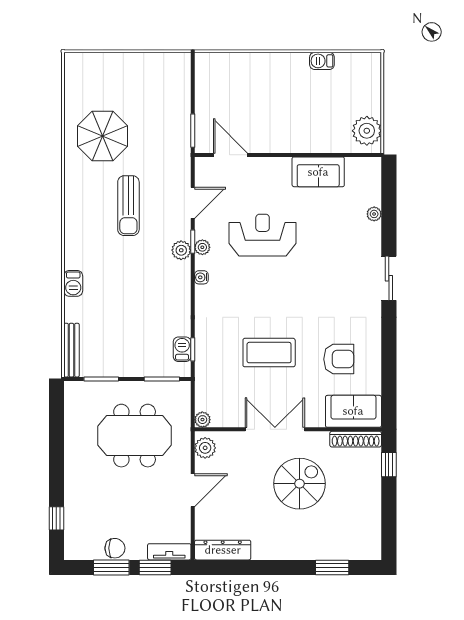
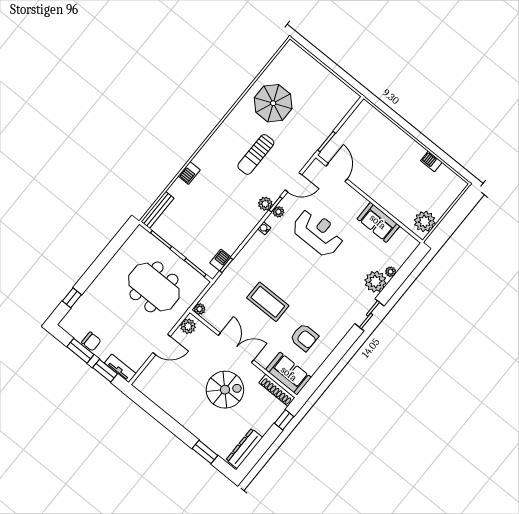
plant: (366, 238) -> (375, 282), added
dresser: (223, 550) -> (244, 449), moved, turned -90

